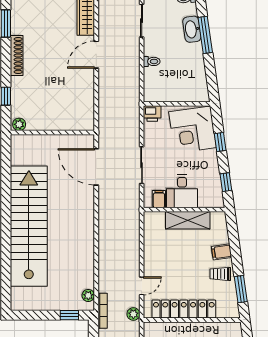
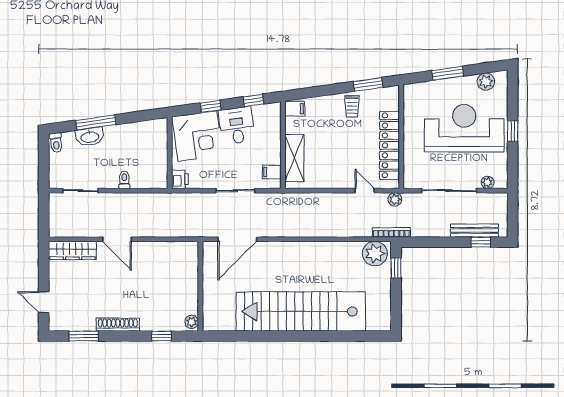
desk: (182, 191) -> (237, 126), moved, turned -98
shelving: (188, 220) -> (294, 158), moved
filing cabinet: (222, 252) -> (295, 109), moved, turned -82
plant: (88, 295) -> (375, 254), width x1.87, depth x1.87

